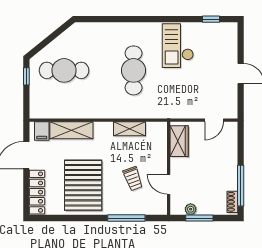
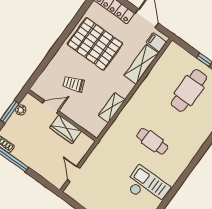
cafe table: (134, 70) -> (152, 141), width x0.73, depth x0.74
wardrobe: (179, 141) -> (65, 129), moved
window: (126, 218) -> (48, 58), removed

